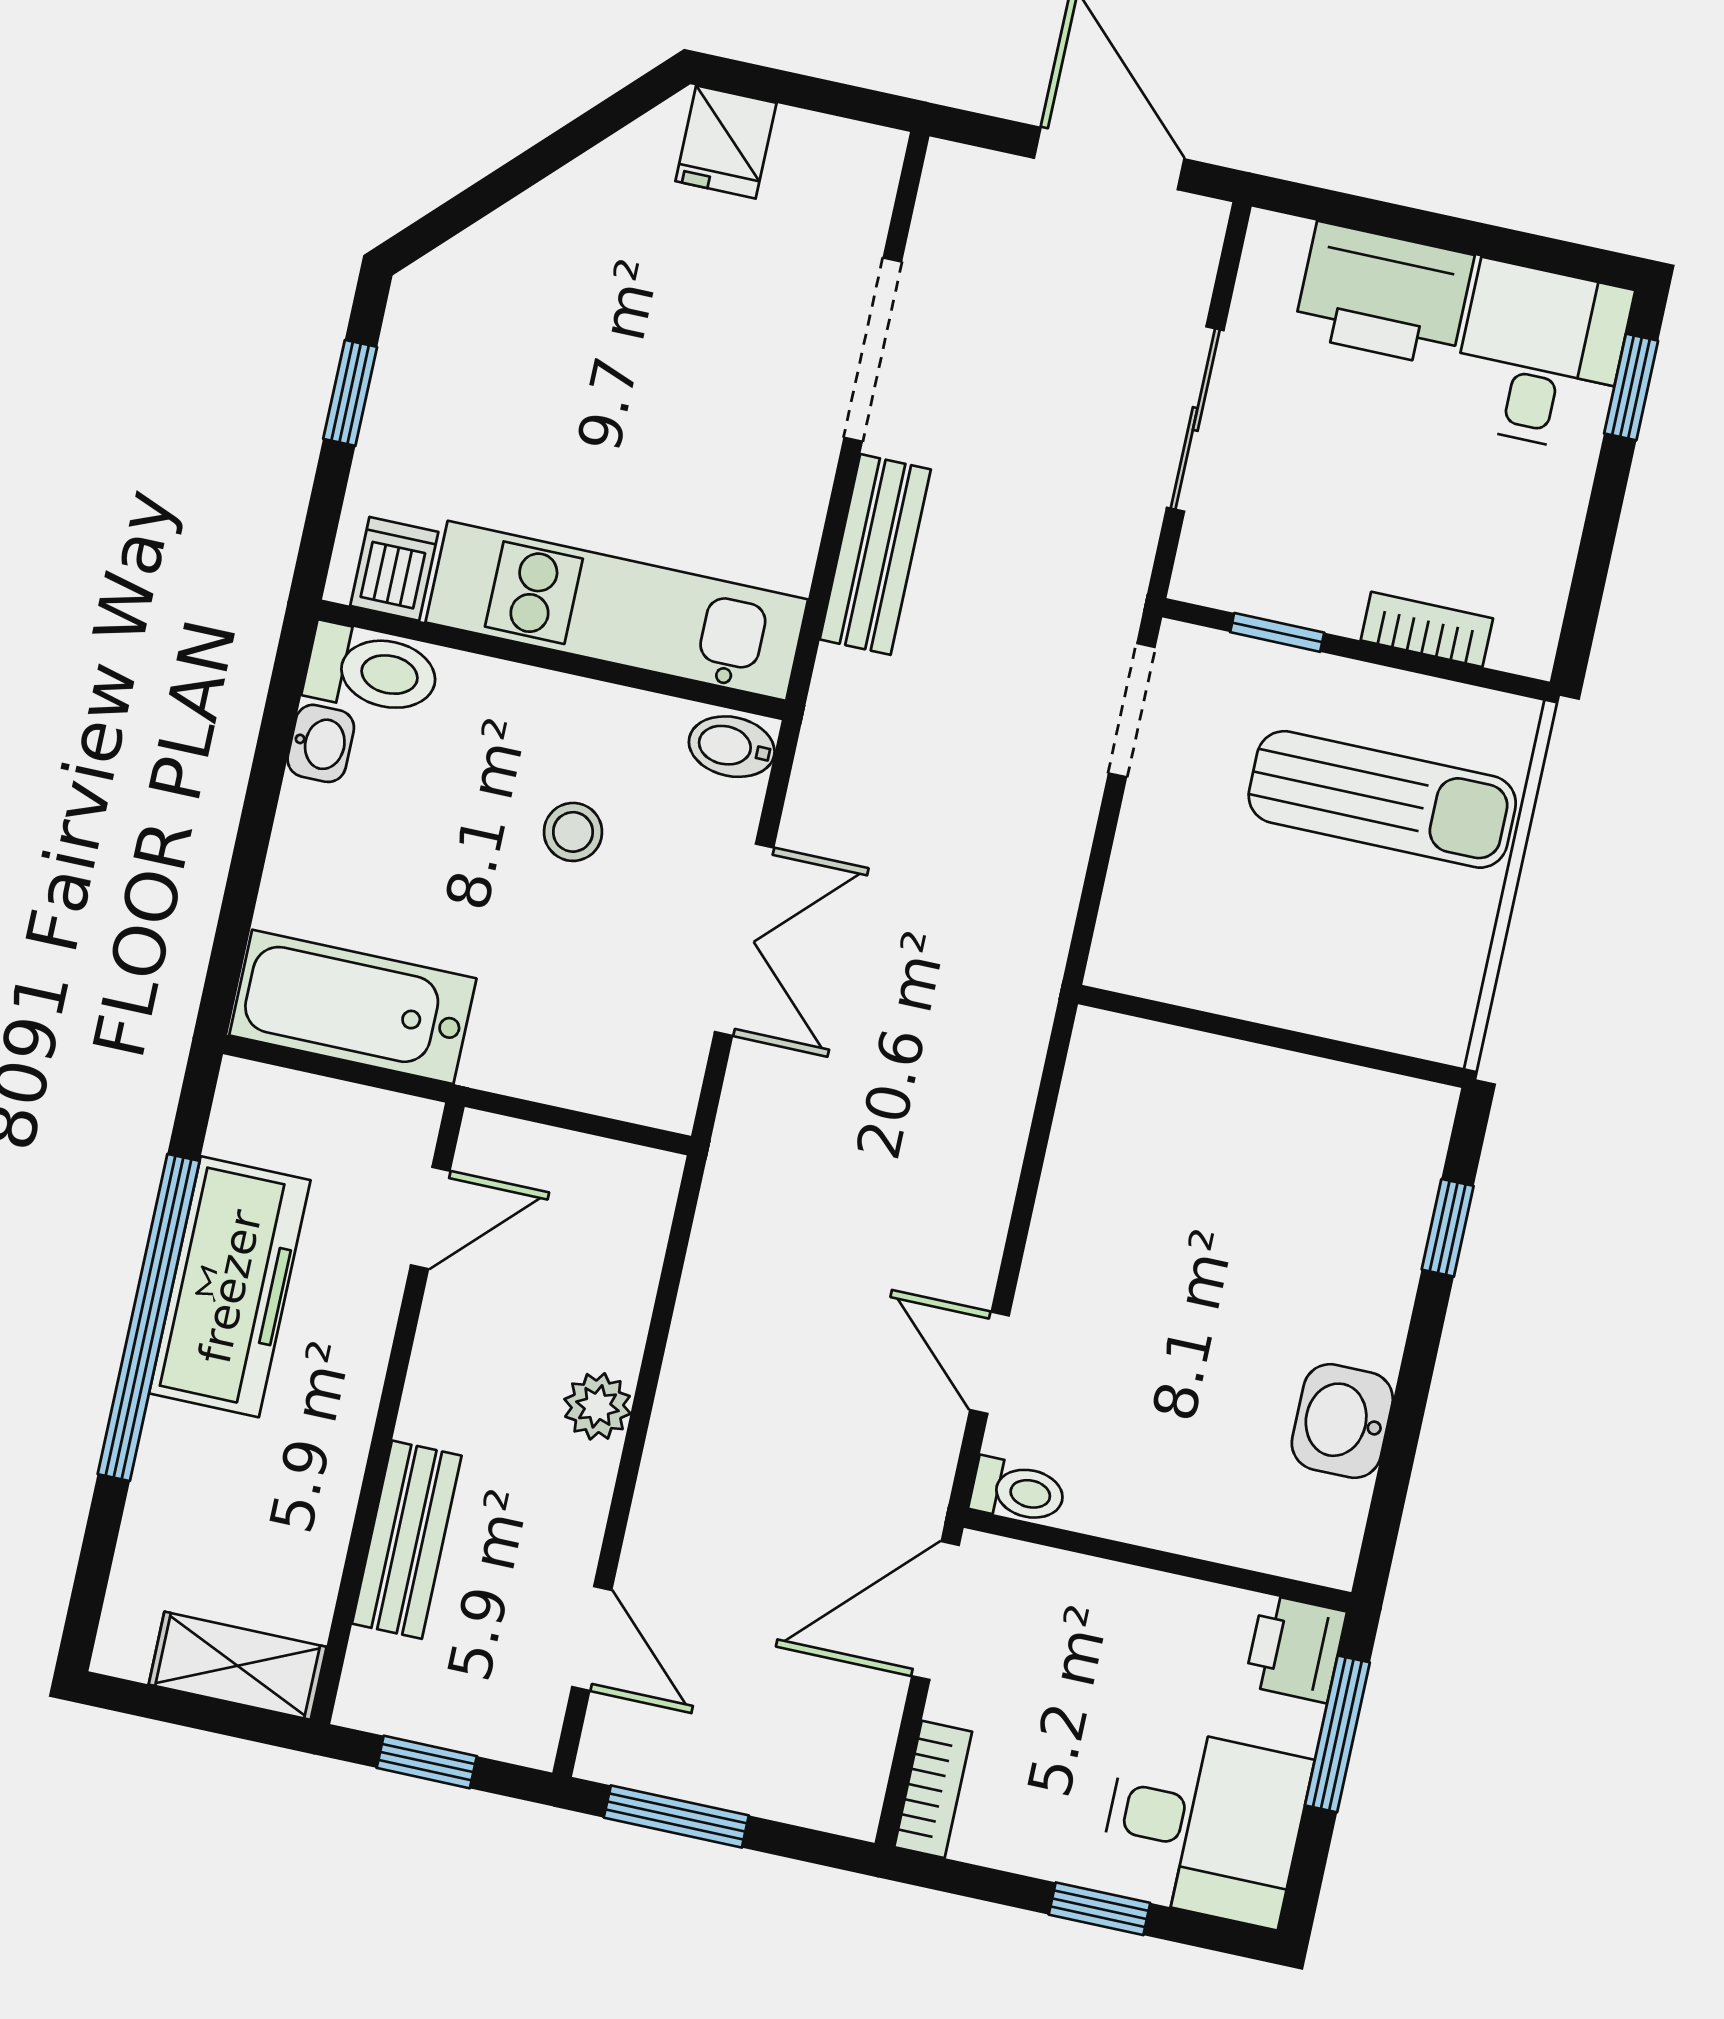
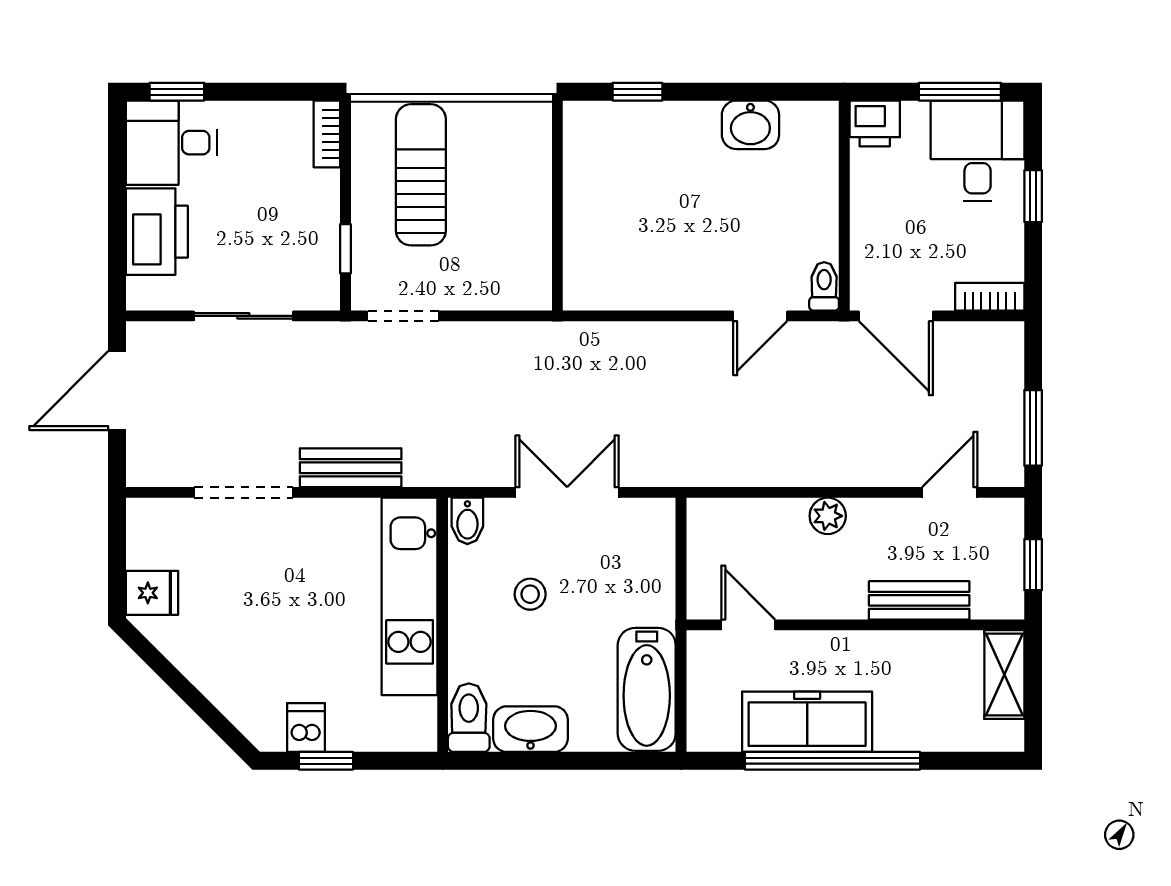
dishwasher: (394, 569) -> (306, 728), moved, turned 90
bookcase: (1427, 629) -> (327, 134), moved
washbasin: (321, 743) -> (530, 729), width x1.91, depth x1.45
window: (1337, 1734) -> (960, 92), moved

